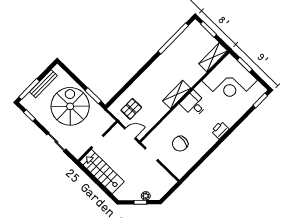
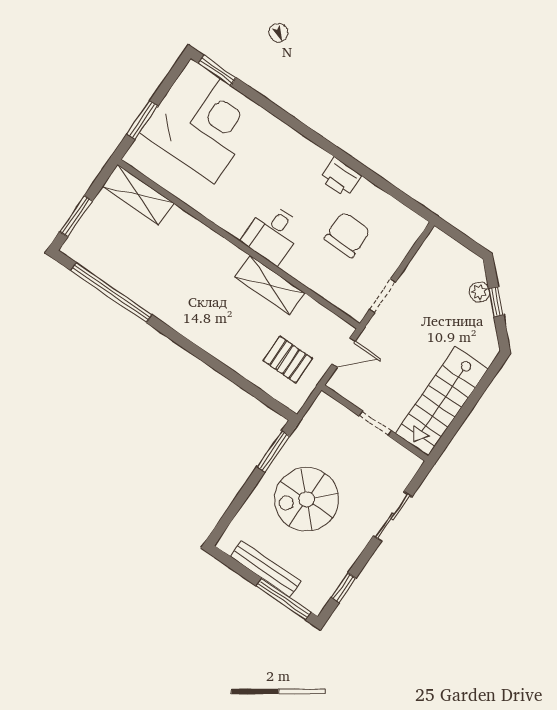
corner desk: (230, 80) -> (202, 121), moved
shelving: (177, 95) -> (270, 285), moved
desk: (194, 104) -> (272, 234), moved
spiral stairs: (70, 106) -> (307, 499), width x0.73, depth x0.73
printer: (220, 130) -> (340, 177), moved
door: (130, 133) -> (343, 353), swing flipped
chair: (180, 144) -> (347, 235), turned -96

